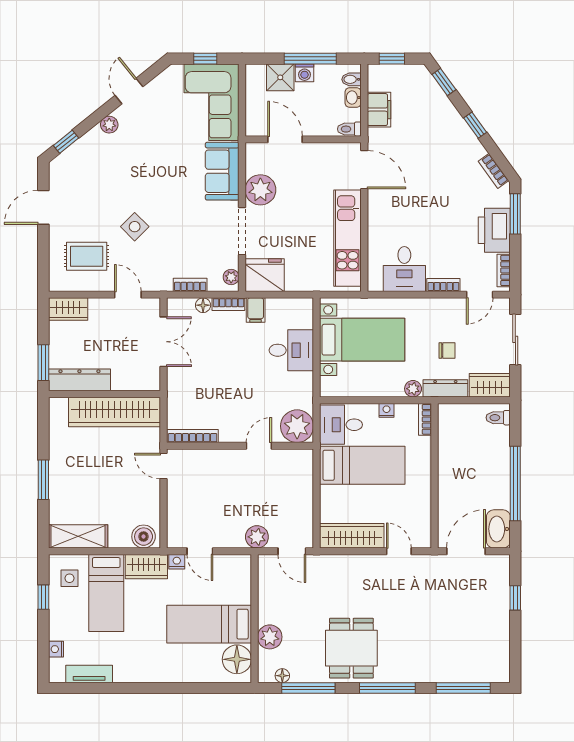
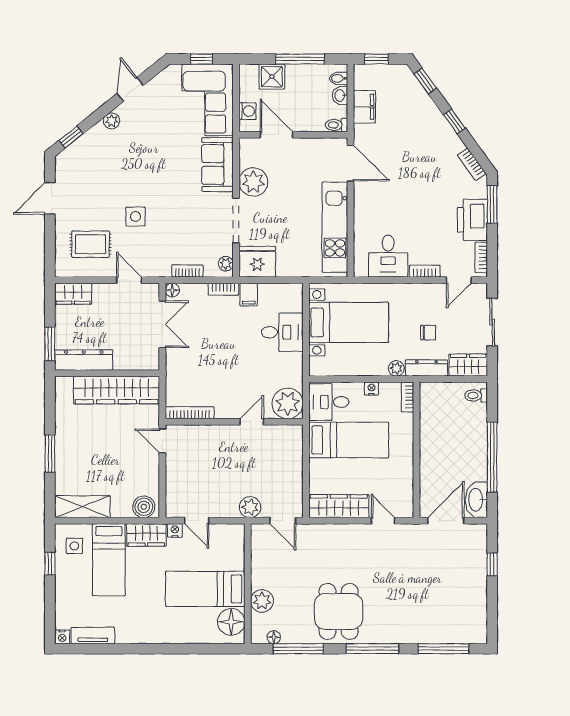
washing machine: (305, 73) -> (247, 111), moved, turned -90
side table: (135, 227) -> (135, 216), turned 45
floor lamp: (203, 305) -> (172, 290), moved
nightstand: (56, 649) -> (62, 637), moved, turned -90

